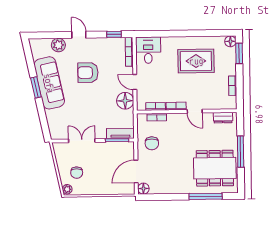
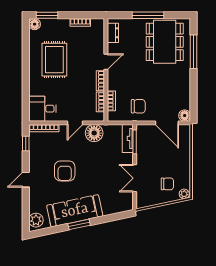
plant: (58, 45) -> (36, 220), moved

